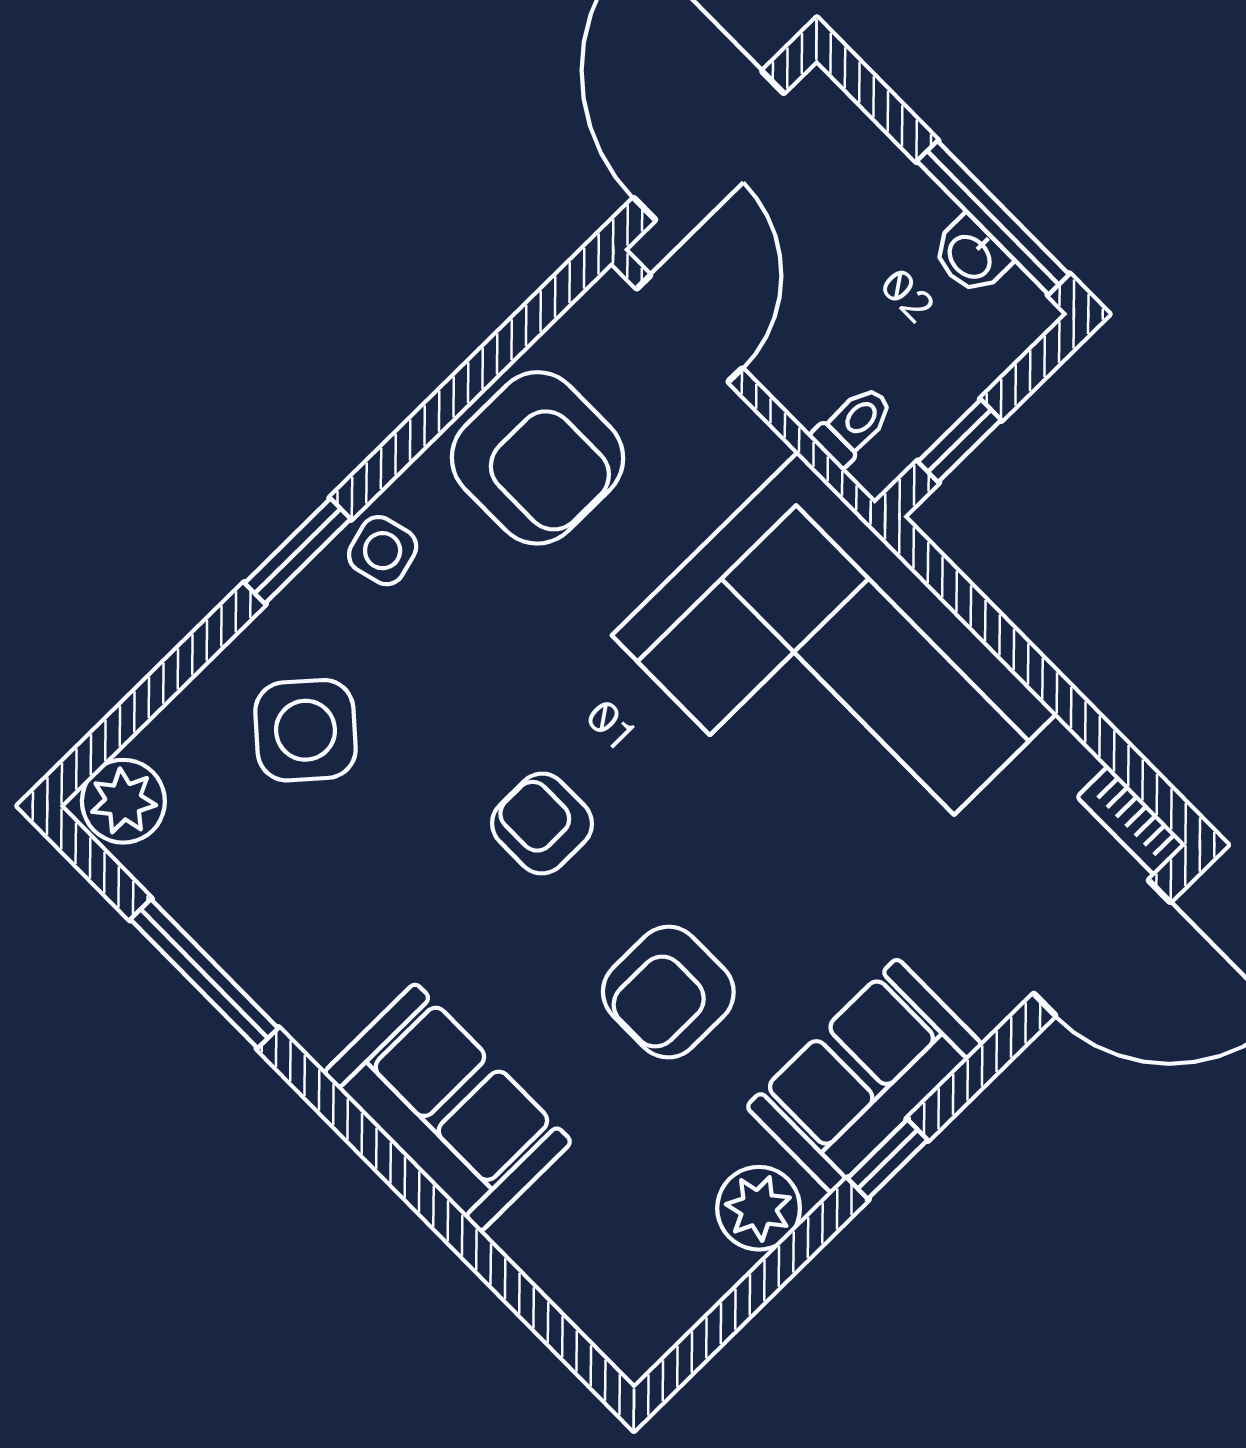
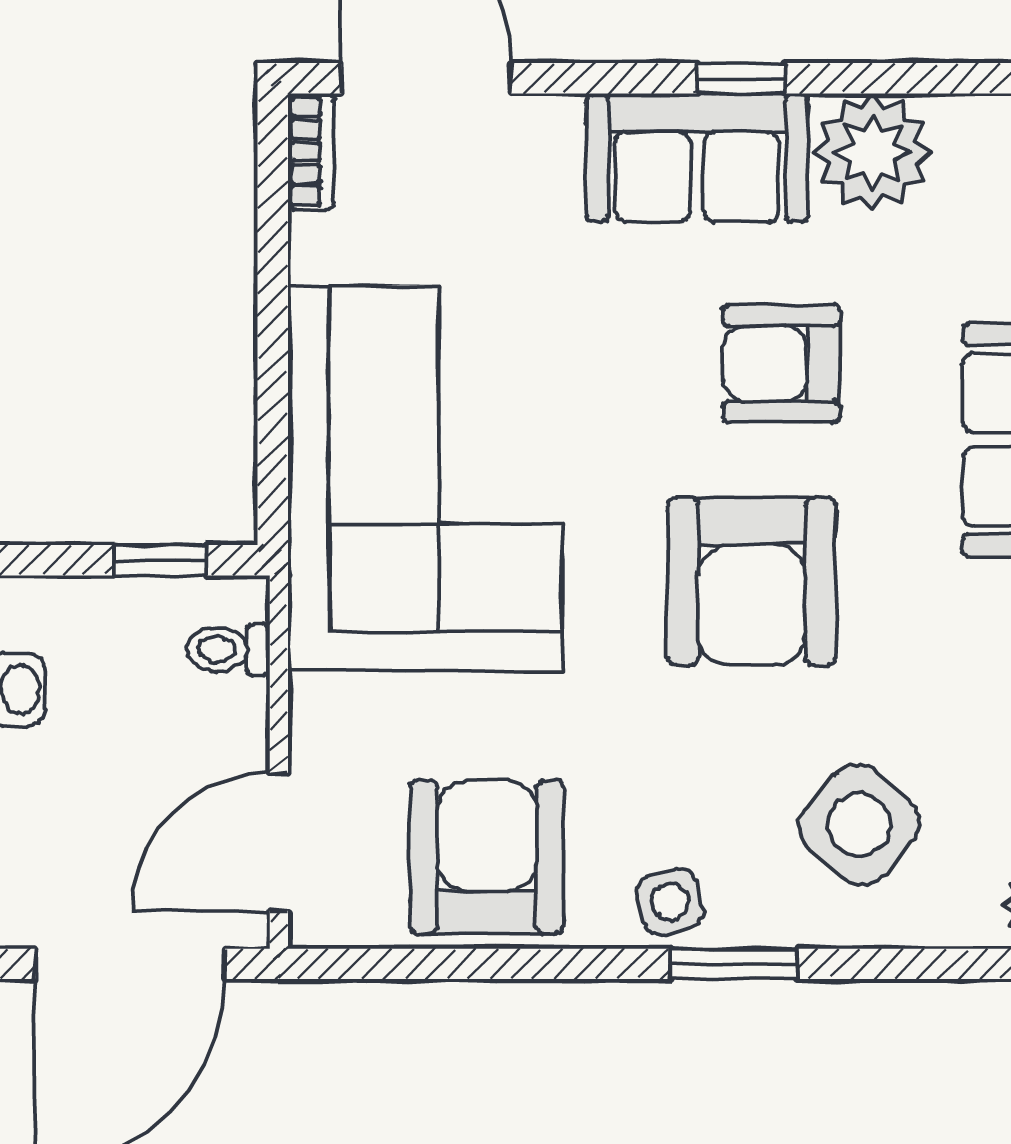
armchair: (542, 824) -> (752, 582), width x1.88, depth x1.88
armchair: (668, 992) -> (781, 364), turned 180
plant: (759, 1208) -> (873, 152), width x1.36, depth x1.36

